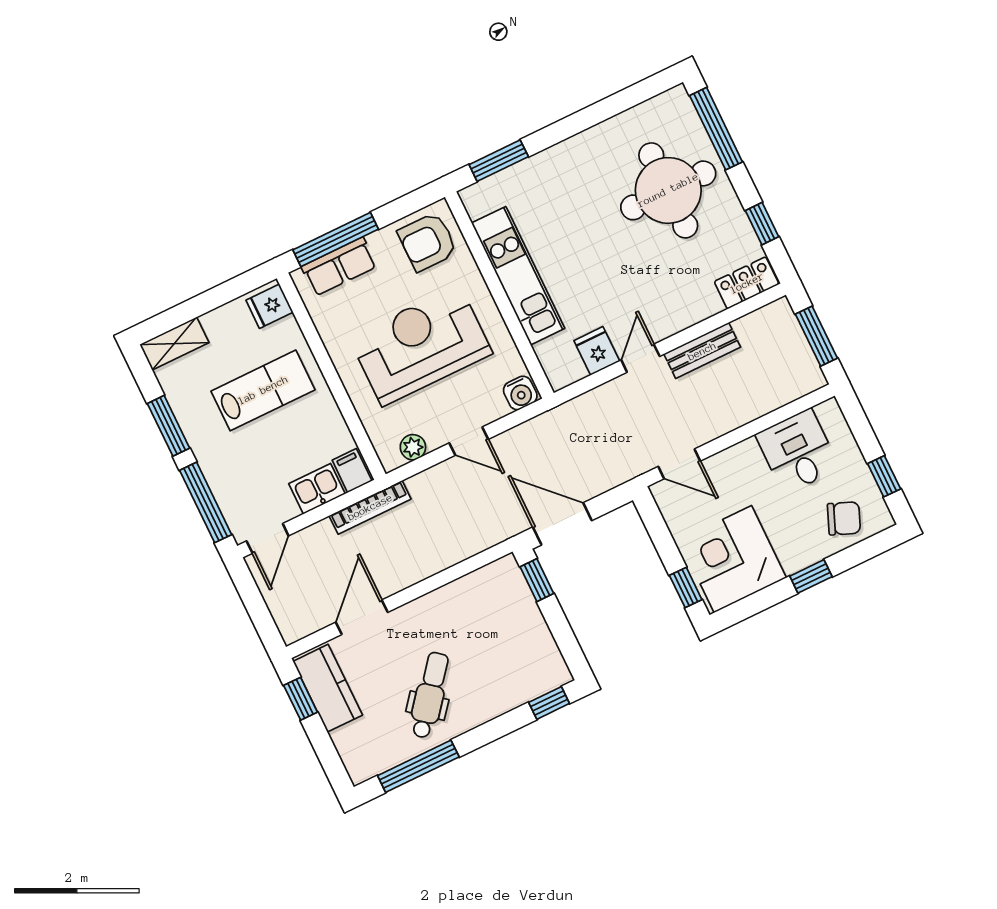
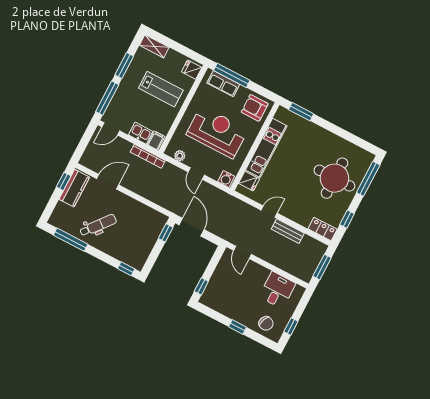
fridge: (597, 351) -> (249, 181), moved, turned 90
corner desk: (733, 559) -> (223, 295), removed

